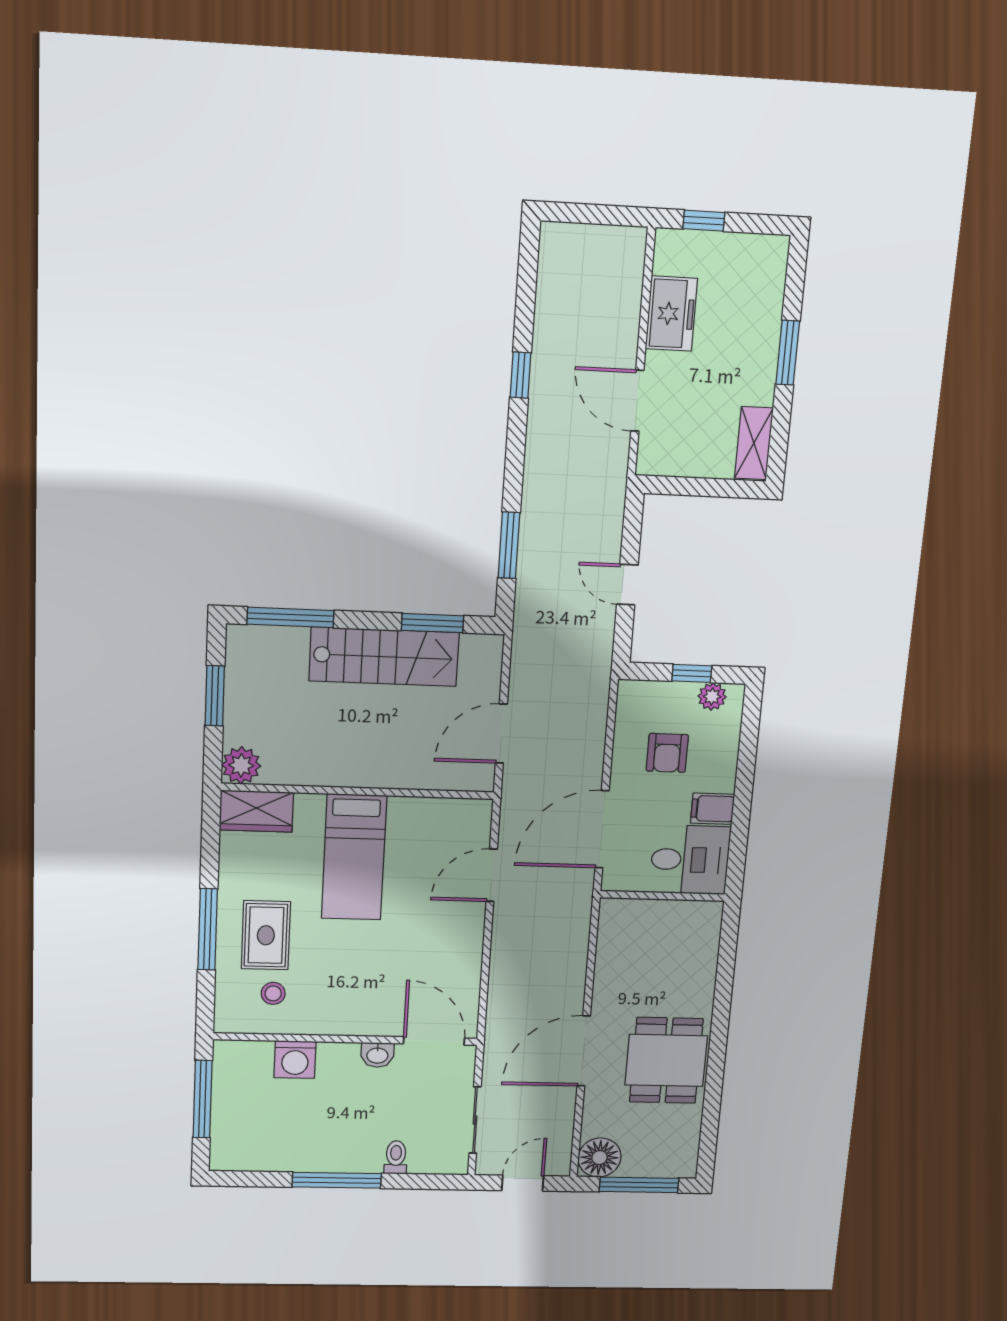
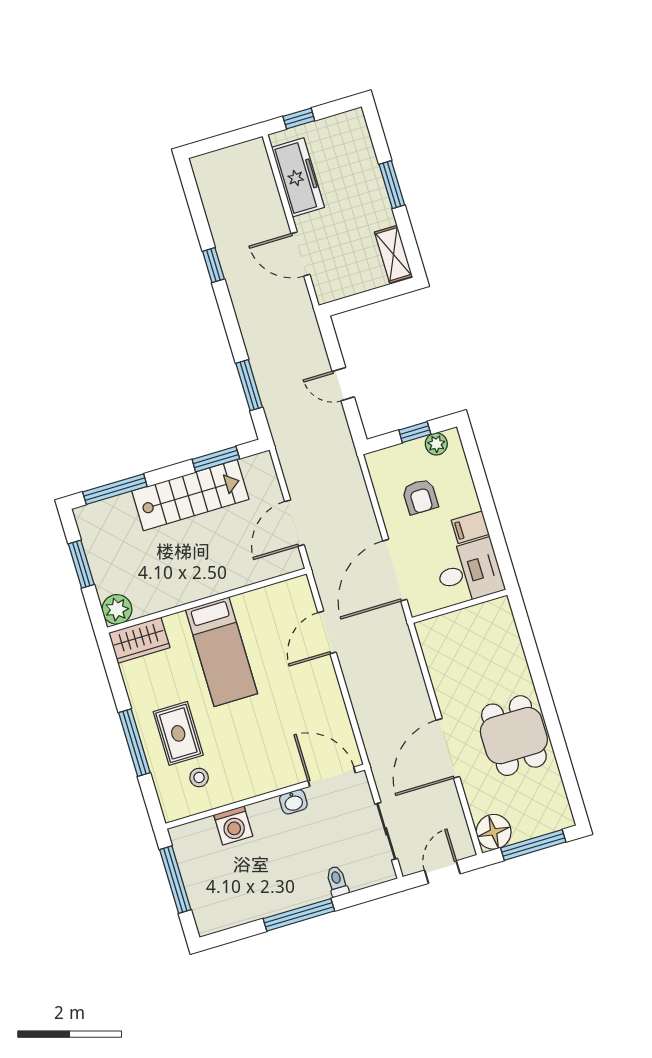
freezer: (671, 314) -> (298, 177), width x1.40

